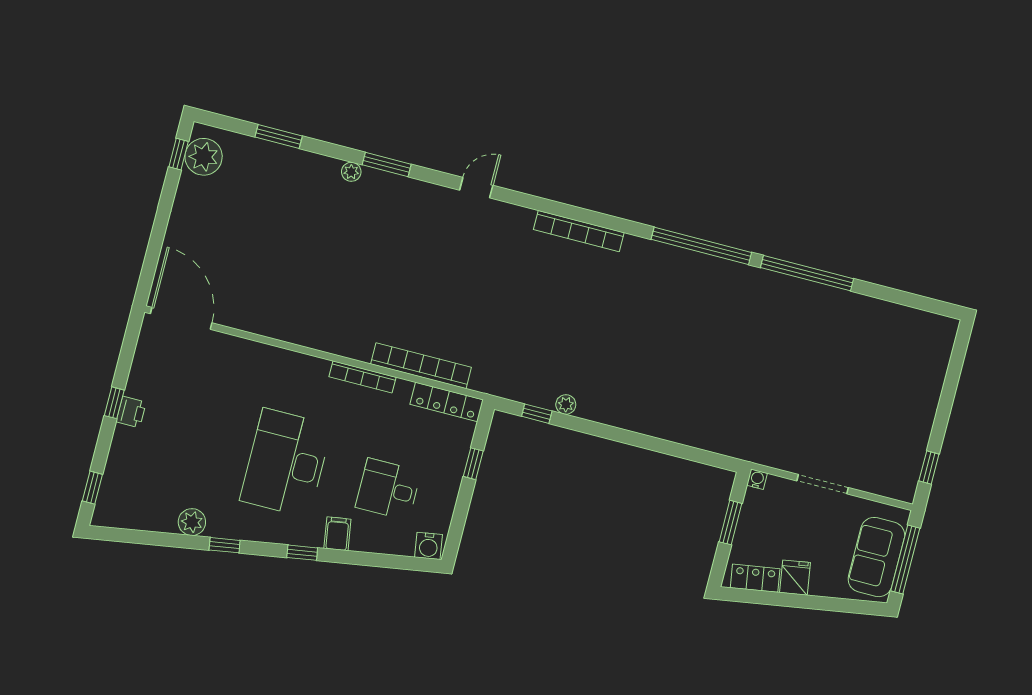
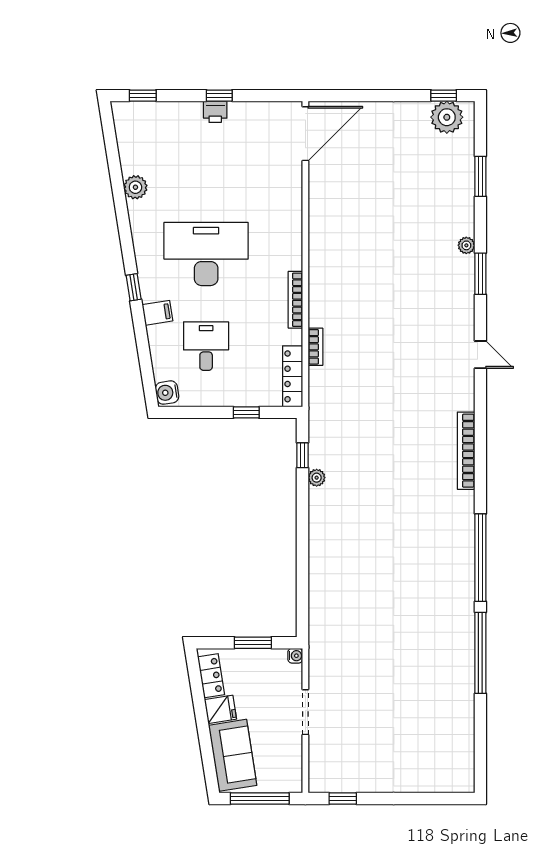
bookcase: (421, 366) -> (315, 347), width x0.43, depth x0.76
window: (225, 545) -> (123, 220), removed
sofa: (876, 557) -> (233, 755), moved, turned 81

